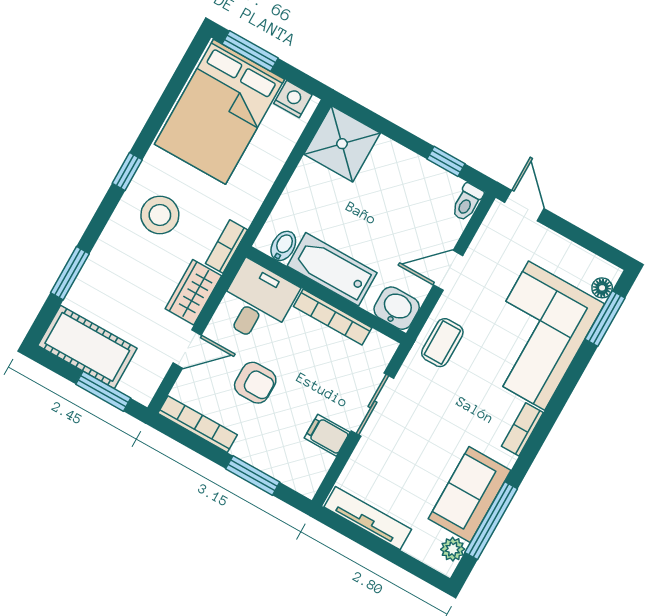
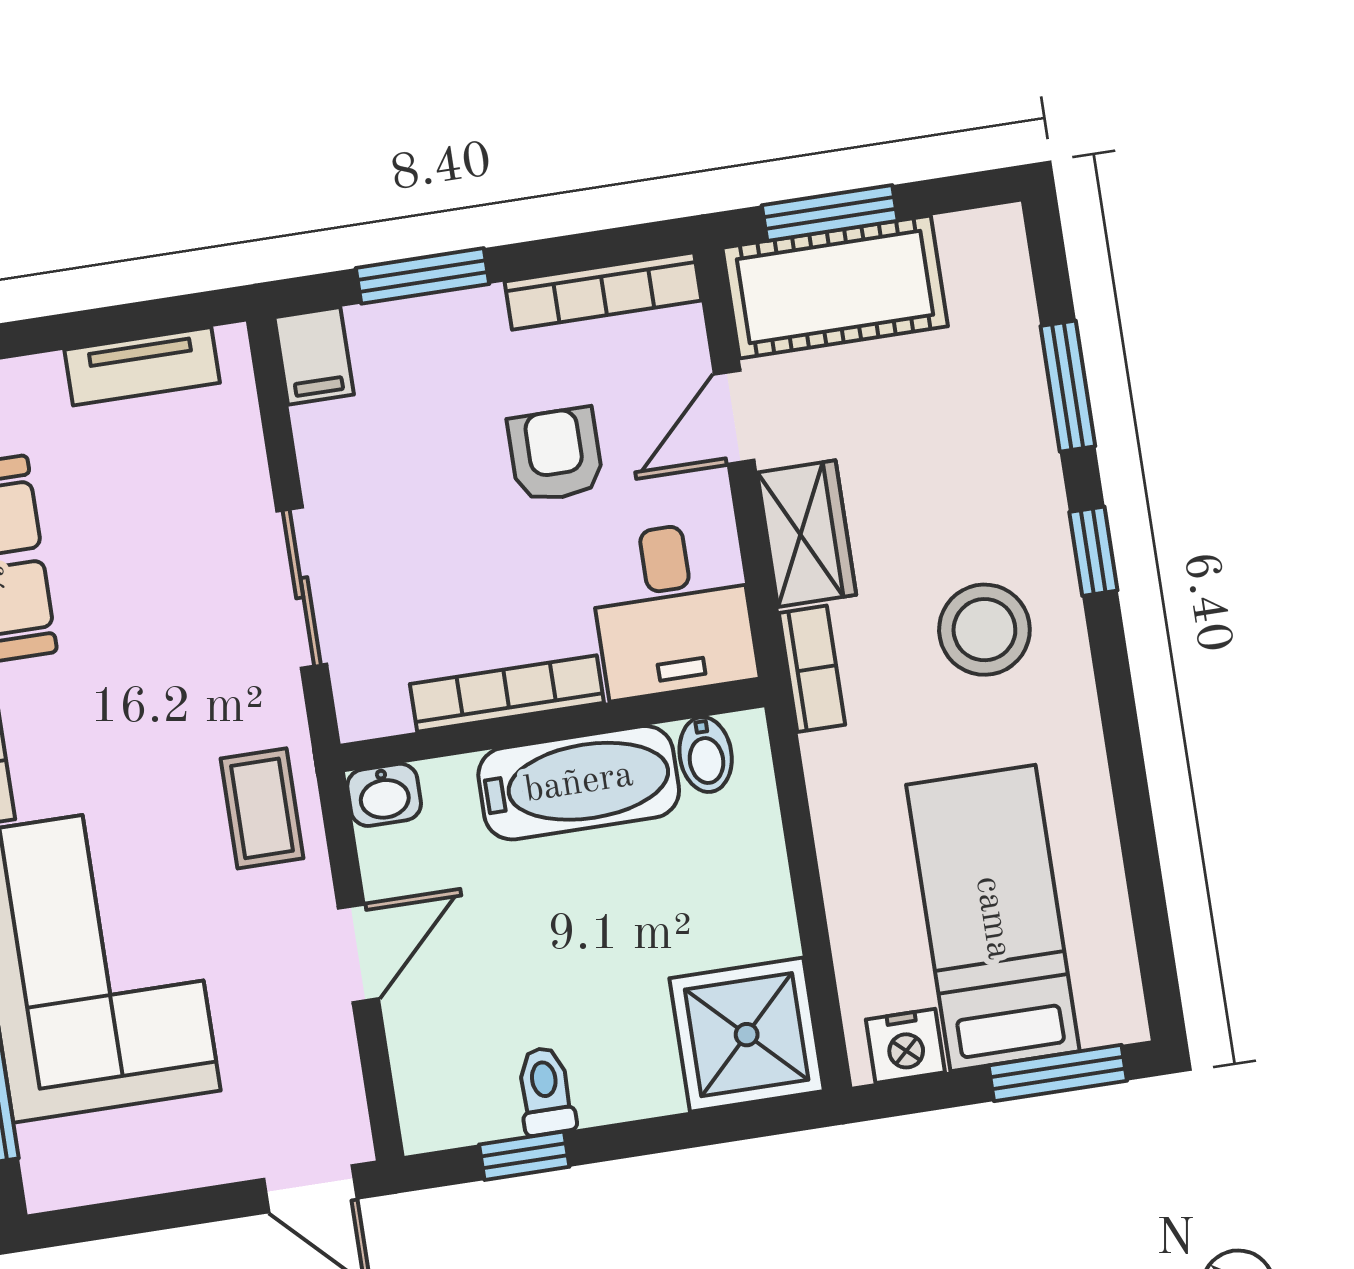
bed: (220, 112) -> (993, 918), width x0.67
window: (127, 171) -> (1093, 551), moved
toilet: (467, 202) -> (546, 1091), moved
floor lamp: (602, 288) -> (42, 1149), removed
washbasin: (397, 308) -> (384, 795), width x0.72, depth x0.69
cot: (87, 347) -> (835, 287), moved
armchair: (255, 383) -> (555, 455), turned 90
filing cabinet: (327, 435) -> (314, 356), moved, turned 90
tv unit: (368, 518) -> (142, 366), width x0.71

